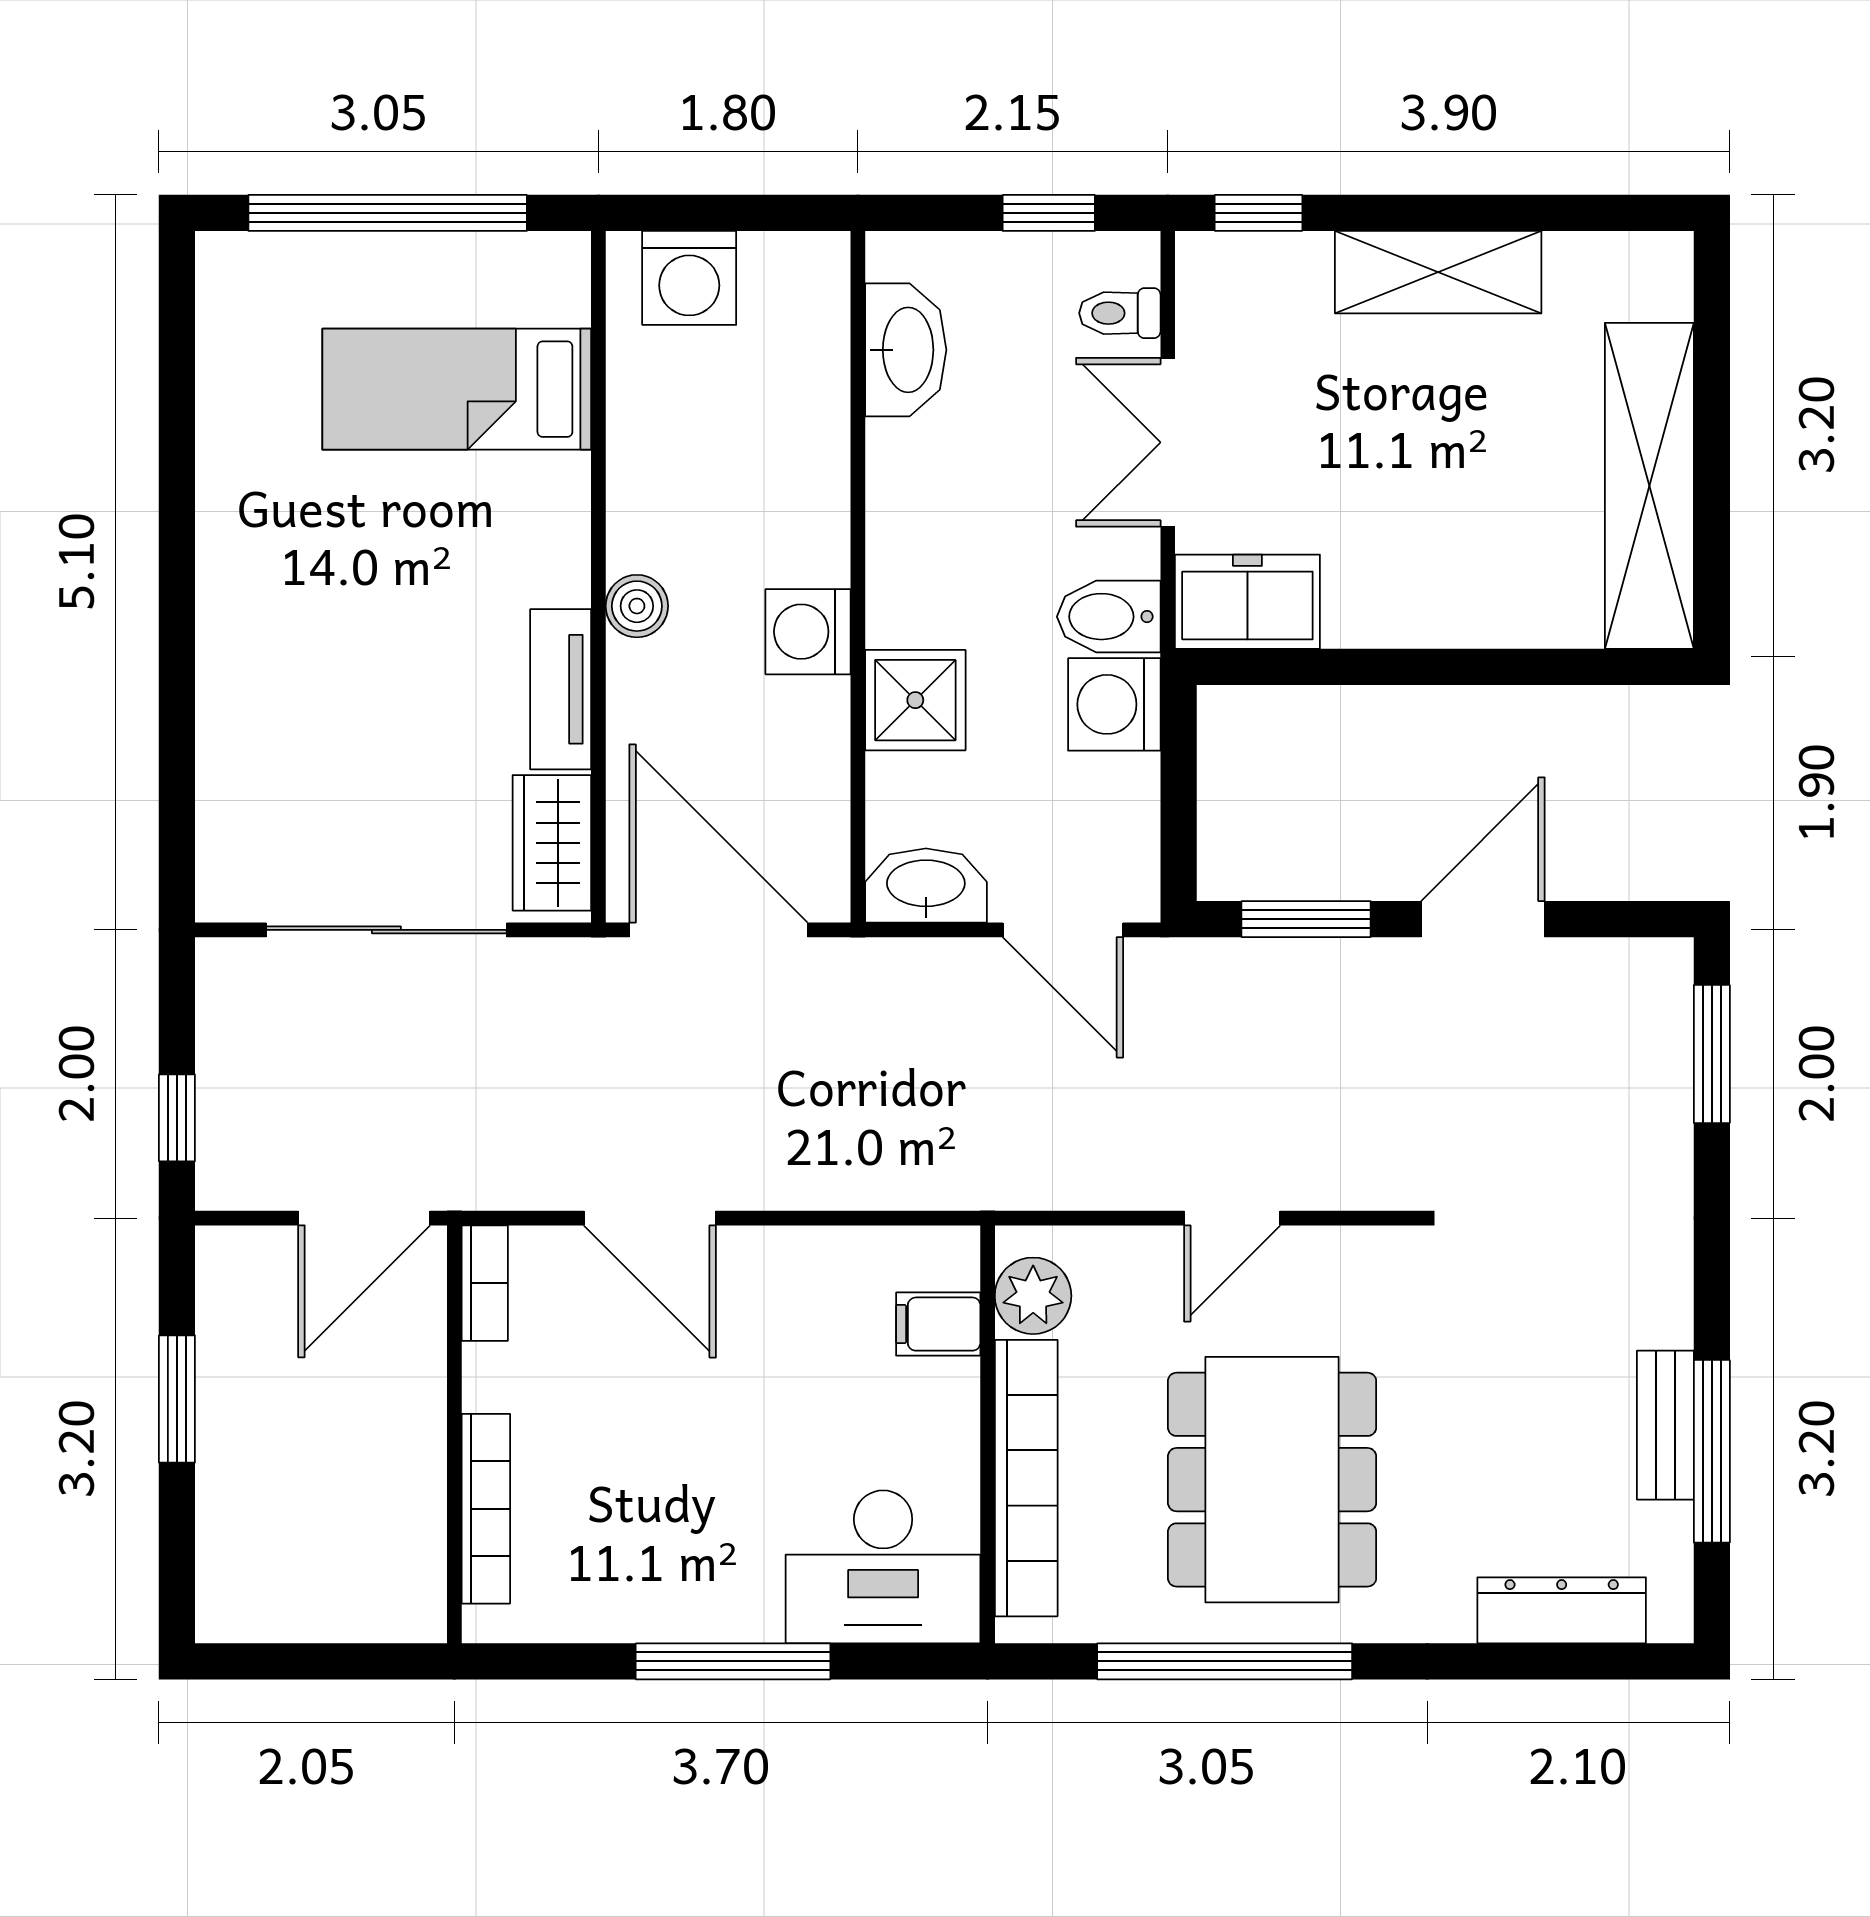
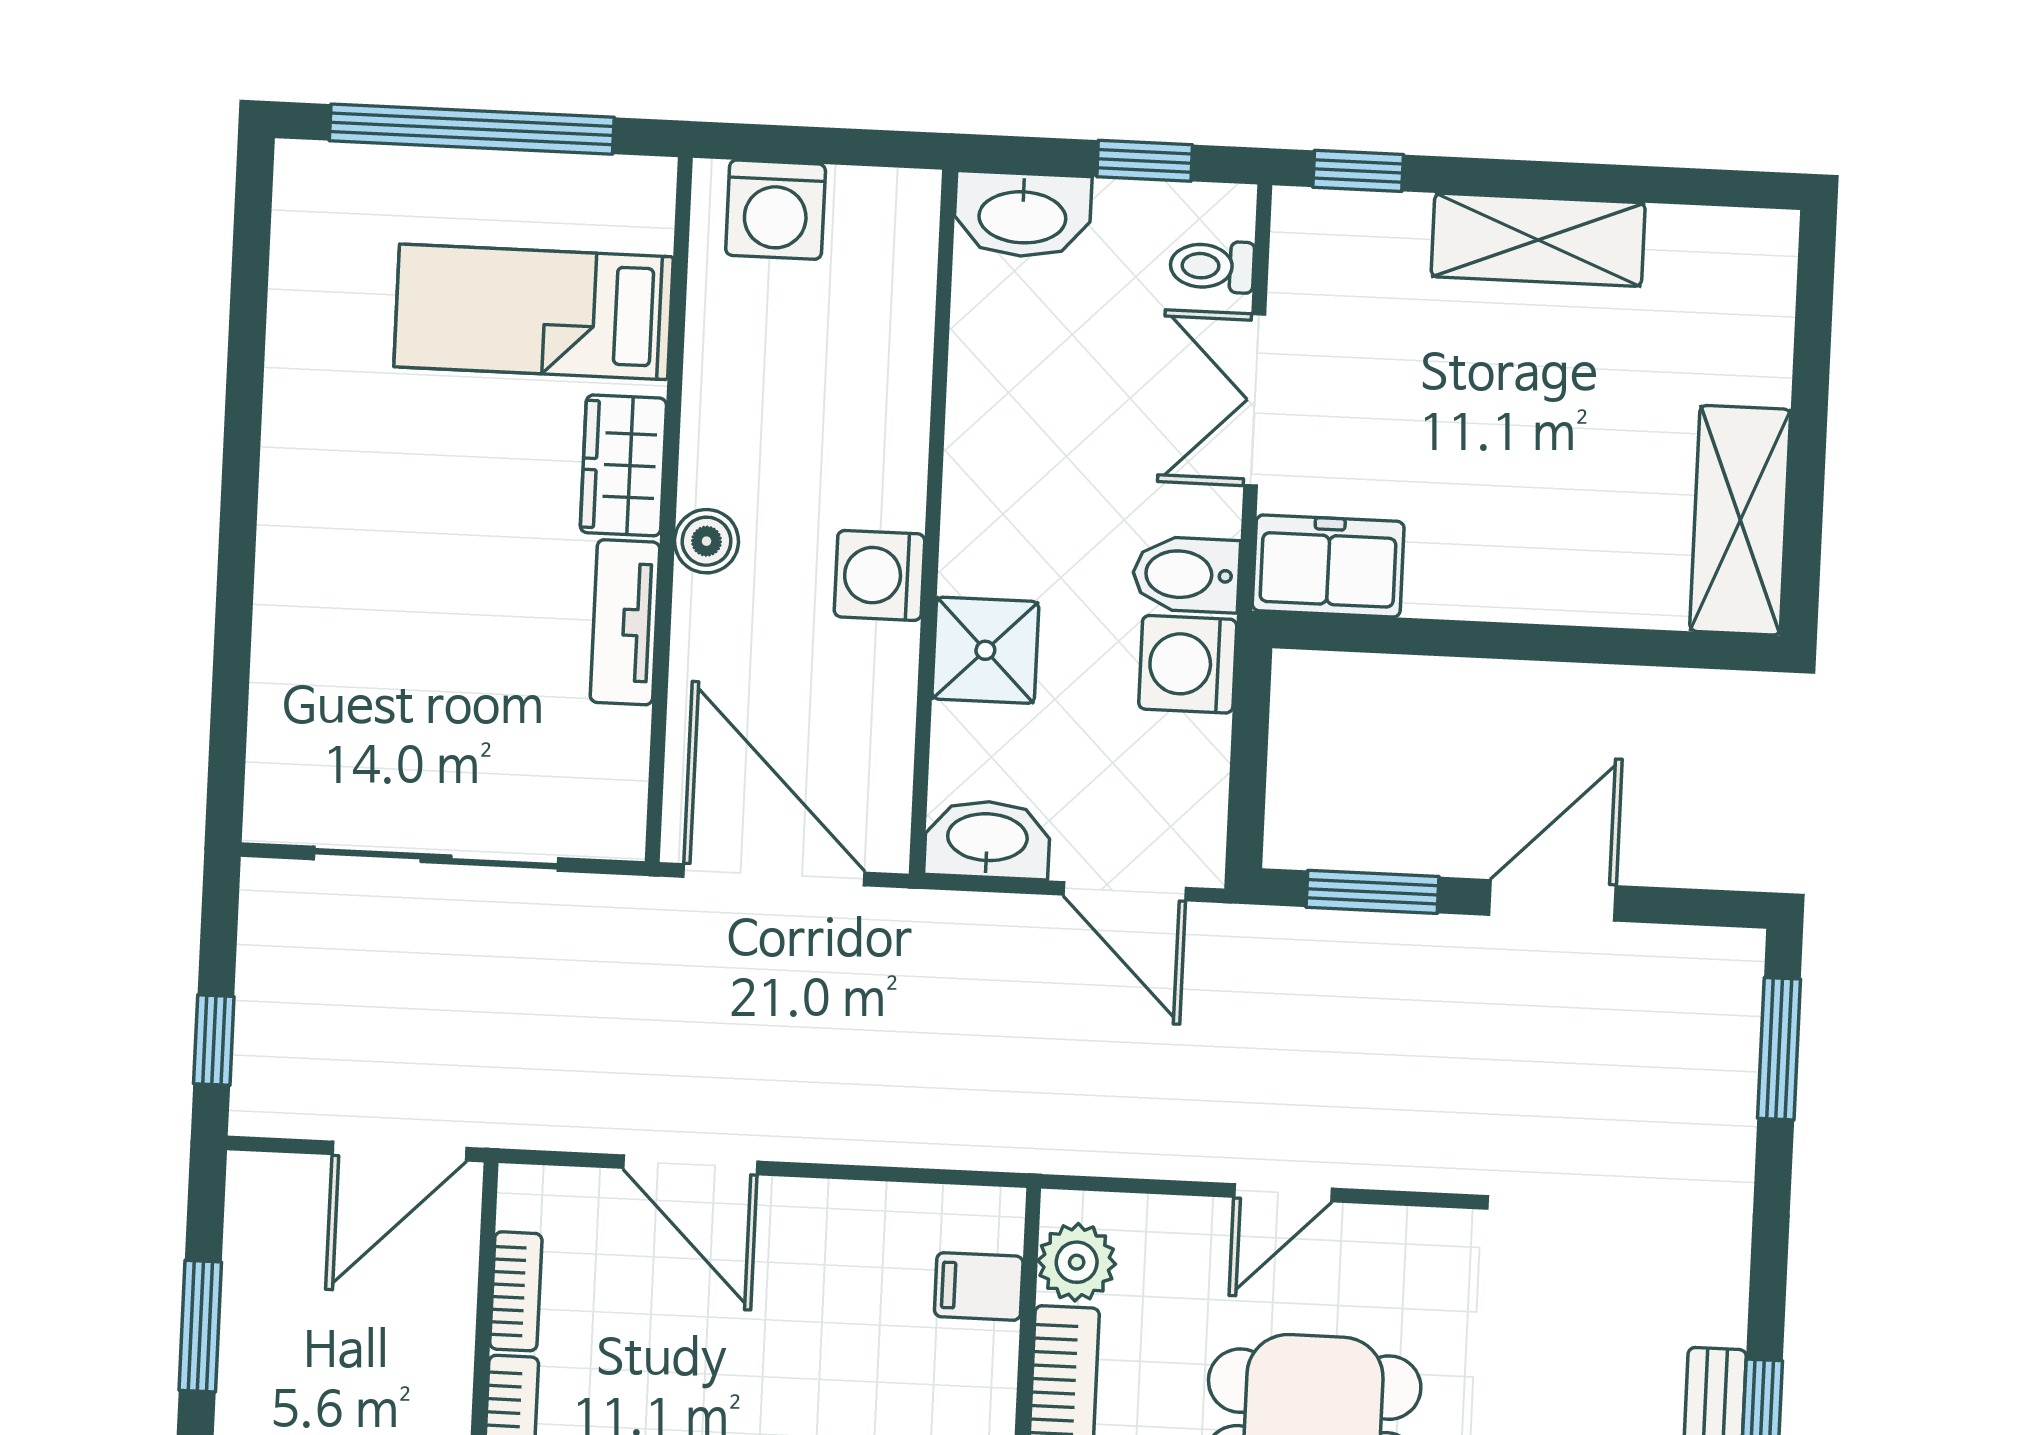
washbasin: (906, 350) -> (1022, 215), moved, turned 90
shelving: (1649, 486) -> (1740, 520), width x0.68
wardrobe: (552, 843) -> (623, 465), moved
bookcase: (485, 1283) -> (516, 1291), moved

